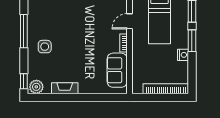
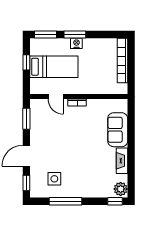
side table: (45, 47) -> (54, 179), moved
nightstand: (183, 55) -> (76, 43), moved
sofa: (117, 70) -> (118, 130), moved, turned 90

